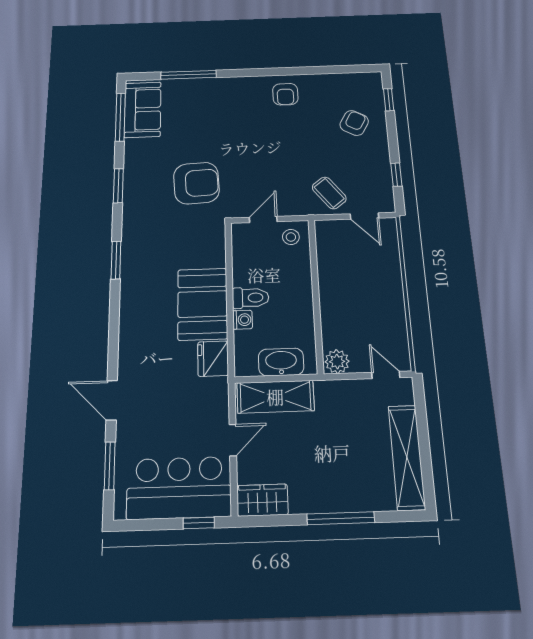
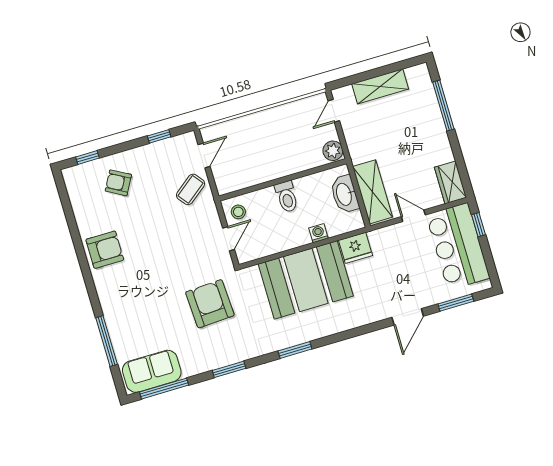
armchair: (285, 94) -> (105, 250), width x1.38, depth x1.38
door: (263, 219) -> (229, 239), swing flipped
toilet: (250, 298) -> (287, 197), moved, turned 180
booth: (203, 304) -> (306, 280), width x1.36, depth x1.42
shelving: (407, 457) -> (380, 86), width x0.68
window: (341, 518) -> (443, 106), moved

